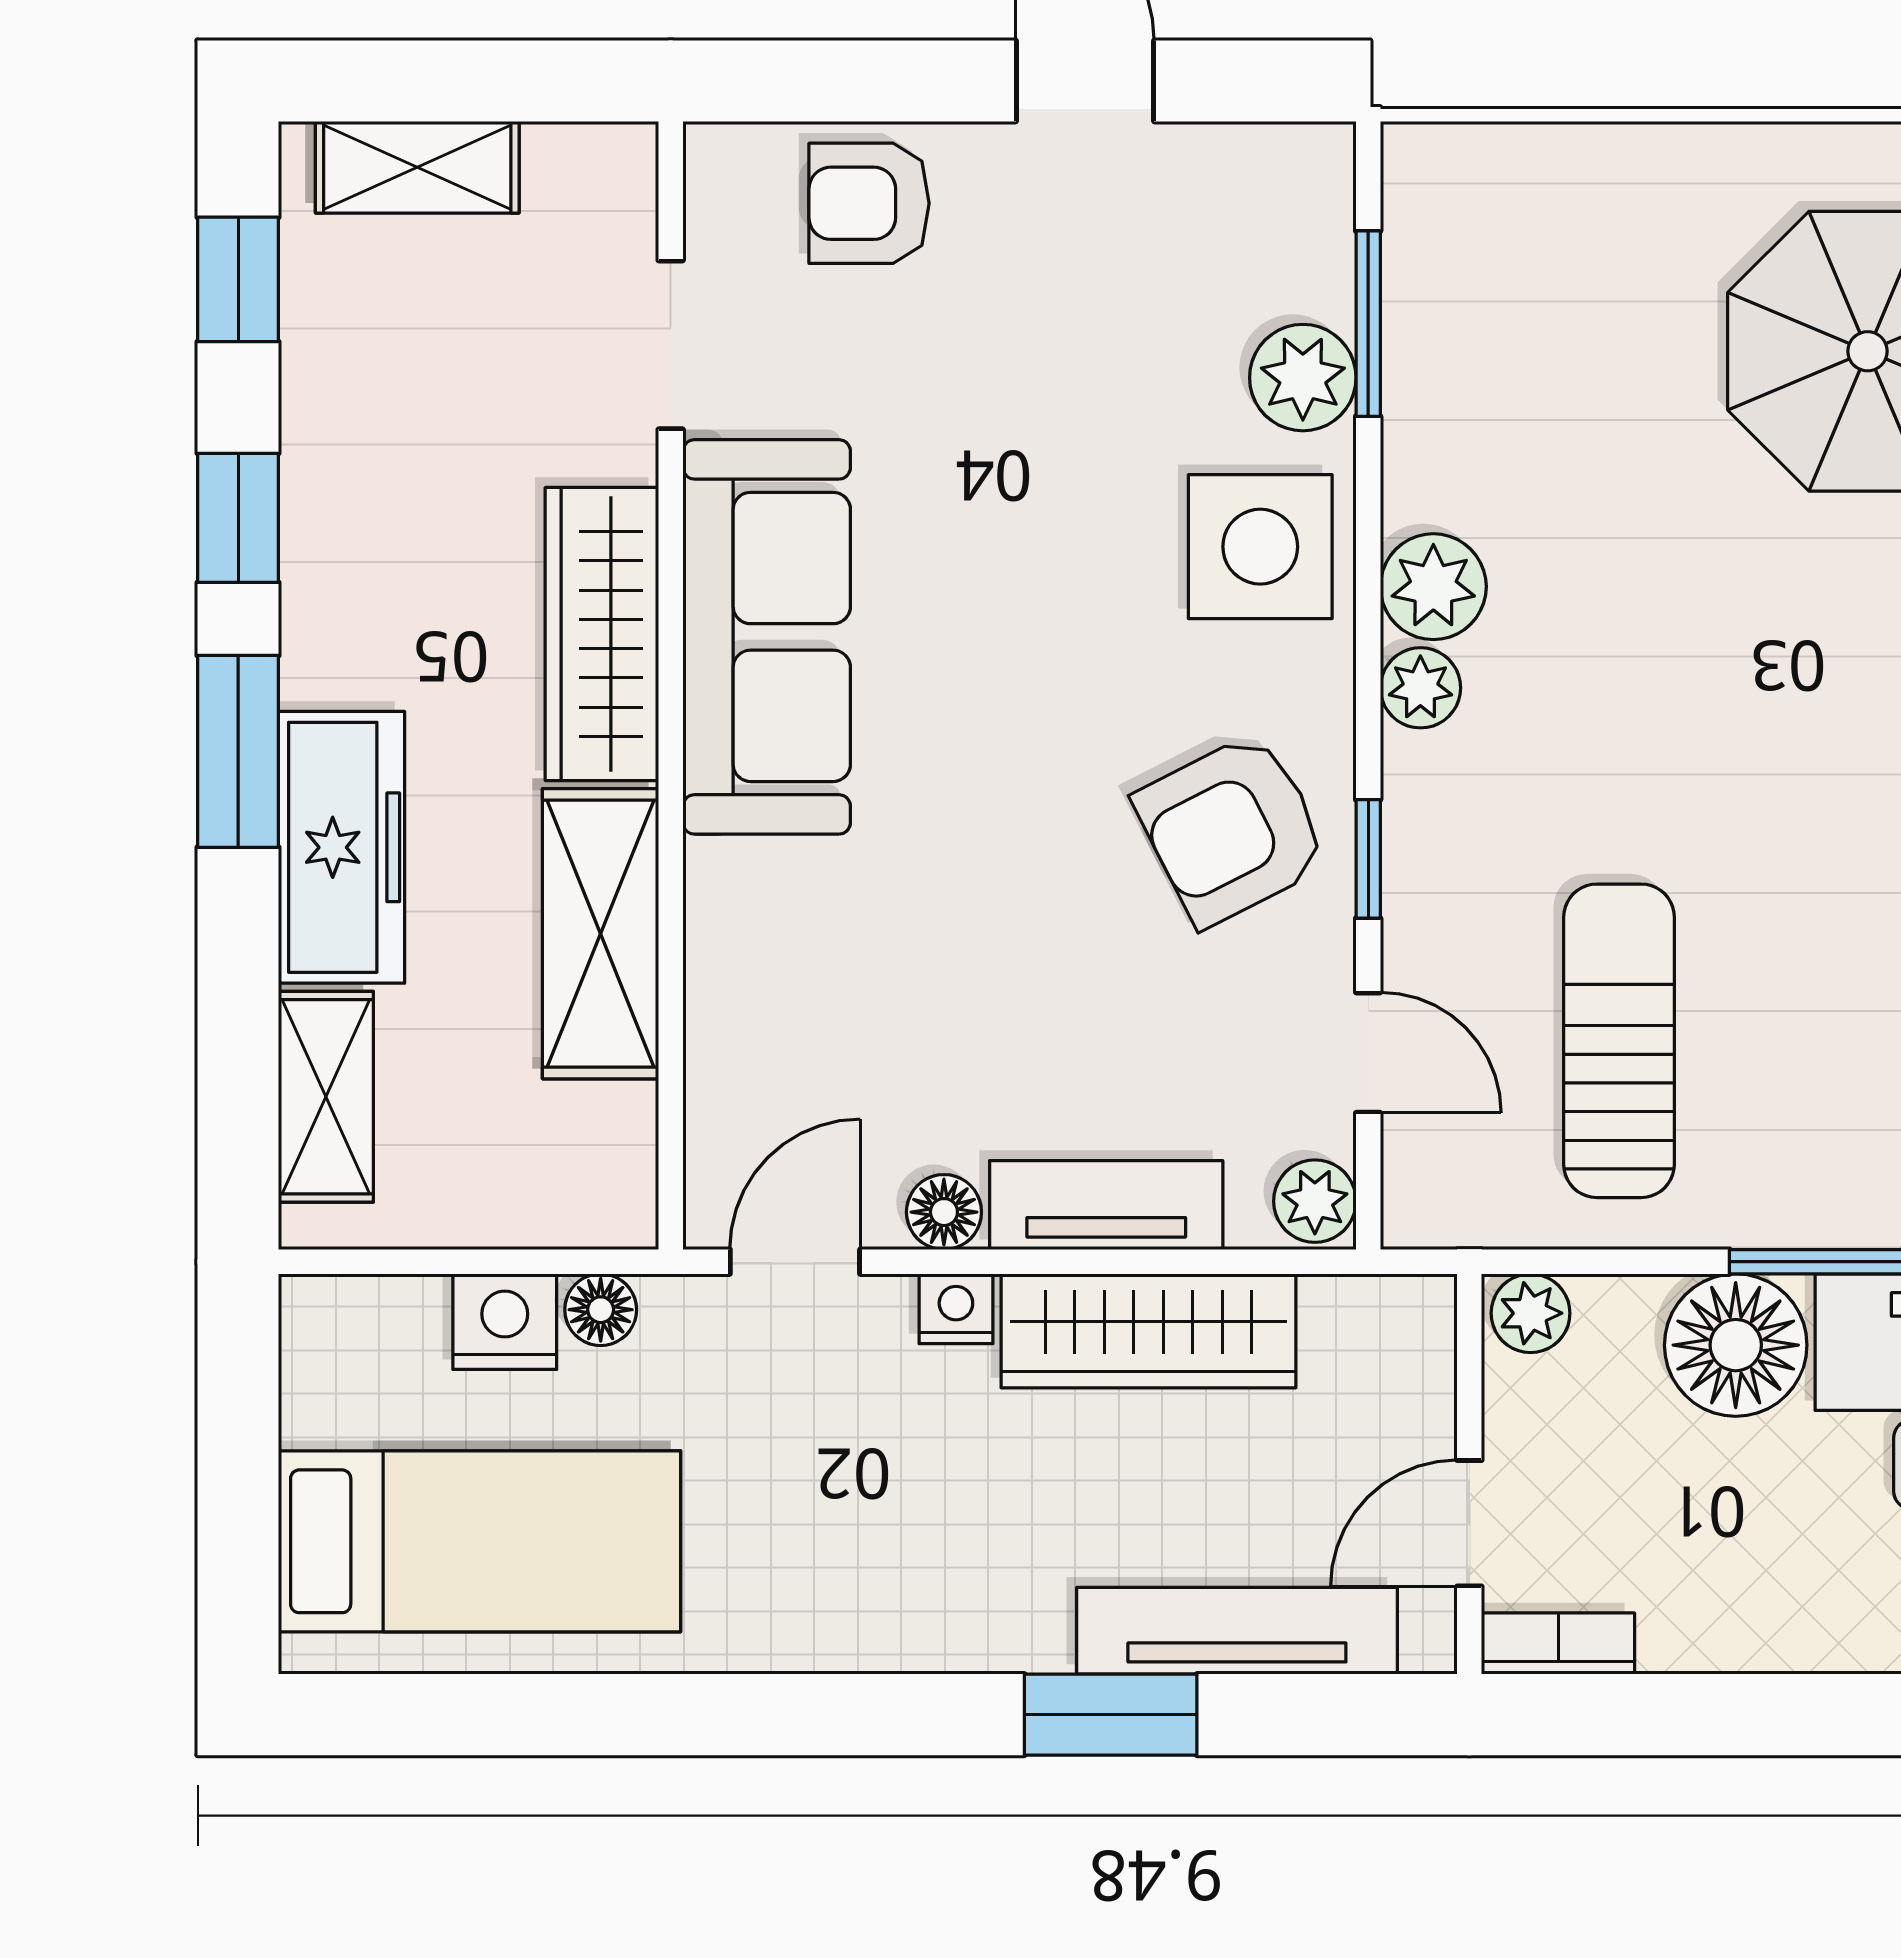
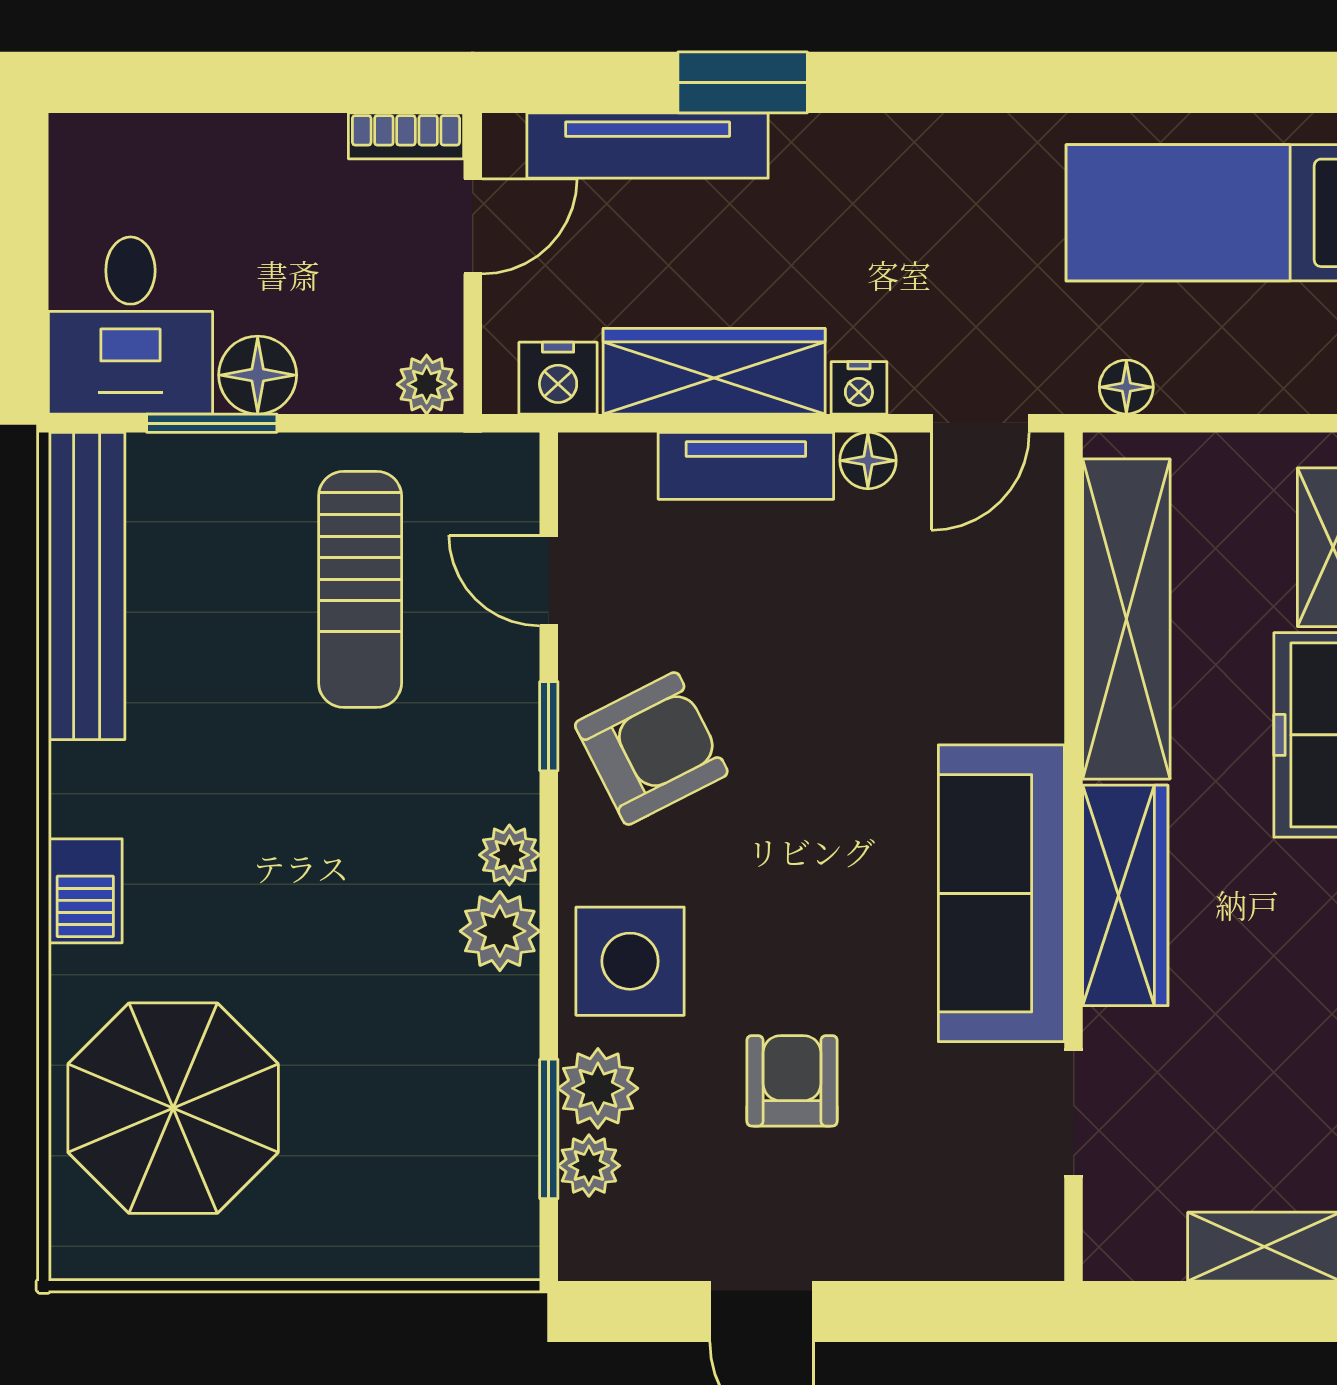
armchair: (869, 203) -> (792, 1081), moved, turned -90
shelving: (601, 934) -> (1126, 619), width x1.47
plant: (1315, 1201) -> (589, 1166), moved
nightstand: (505, 1322) -> (558, 378), moved
floor lamp: (1736, 1345) -> (258, 375), width x0.73, depth x0.73

